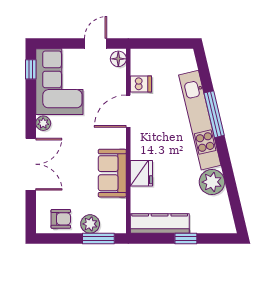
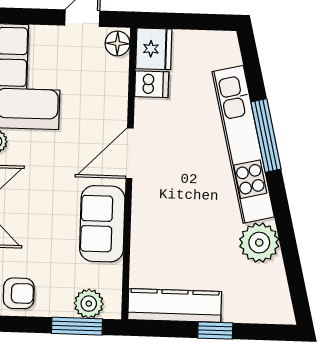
door: (128, 111) -> (130, 153), moved
fridge: (141, 173) -> (154, 49), moved
plant: (90, 224) -> (89, 304), moved

